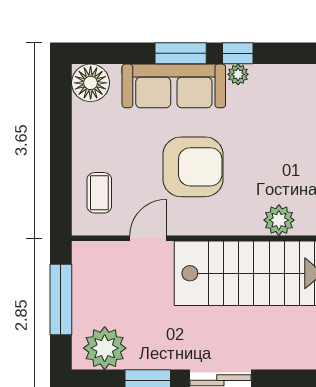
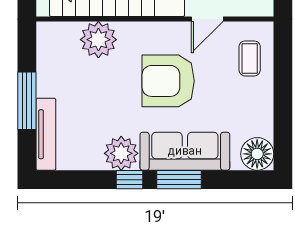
plant: (238, 74) -> (121, 153), width x1.88, depth x1.88
plant: (279, 220) -> (98, 40), width x1.36, depth x1.36

